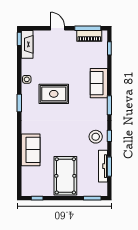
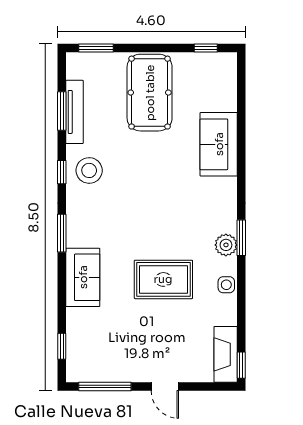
piano: (89, 36) -> (102, 371), removed
rug: (54, 94) -> (163, 279), moved
plant: (27, 99) -> (226, 245), added

